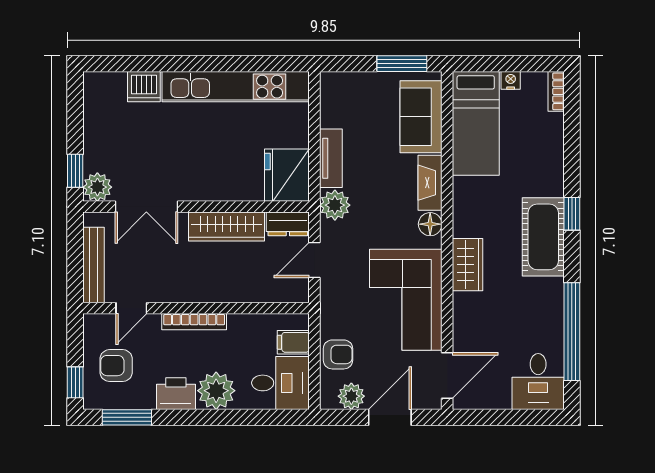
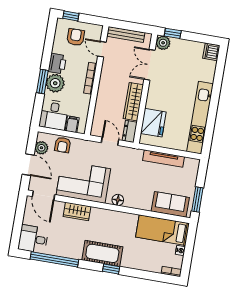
dishwasher: (144, 87) -> (211, 52), moved
tv unit: (331, 158) -> (163, 159), width x1.41
fridge: (287, 175) -> (153, 123), moved, turned 90
fireplace: (430, 183) -> (138, 203), removed
plant: (335, 205) -> (135, 156), removed
wardrobe: (467, 265) -> (77, 211), moved
window: (127, 417) -> (42, 81), moved

